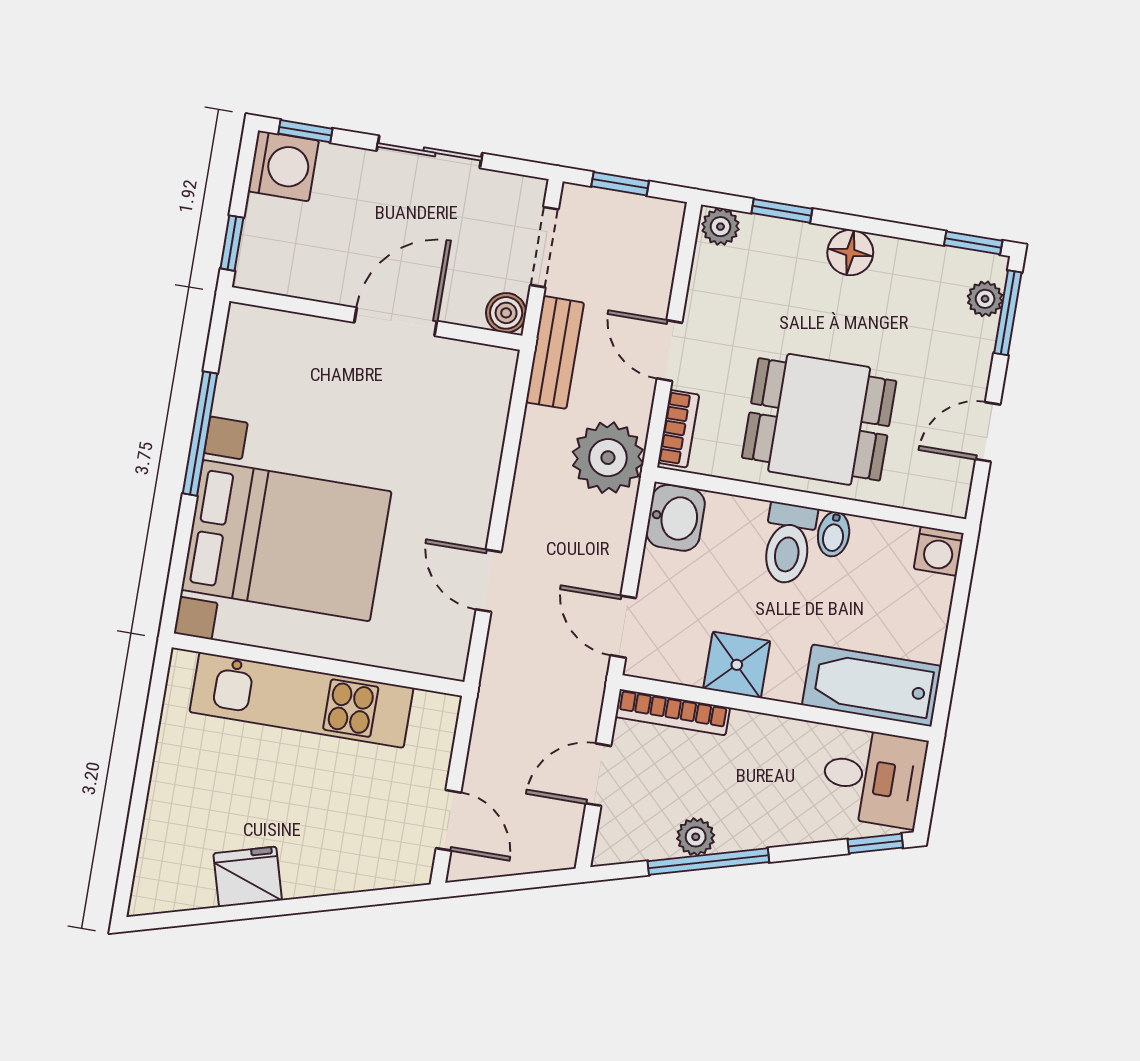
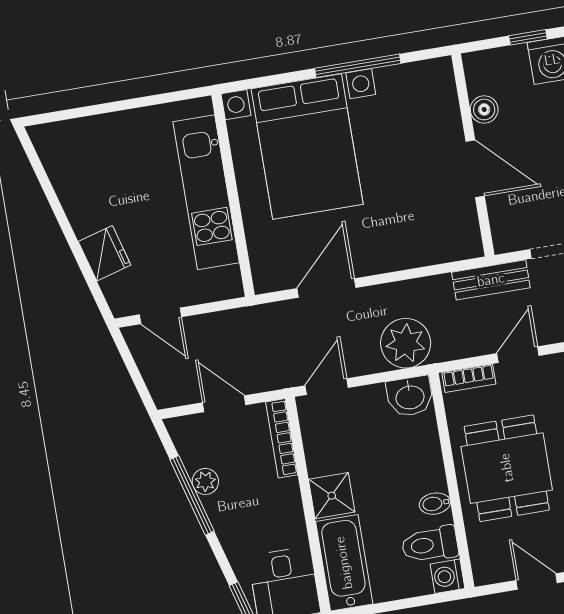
window: (232, 243) -> (528, 37), moved
boiler: (506, 313) -> (484, 109), moved
plant: (608, 458) -> (406, 343), moved
toilet: (788, 544) -> (430, 544), moved
door: (489, 581) -> (326, 288), width x1.38
shower: (737, 665) -> (332, 496), moved
door: (448, 820) -> (160, 316), hinge flipped
fridge: (248, 877) -> (105, 253), moved

